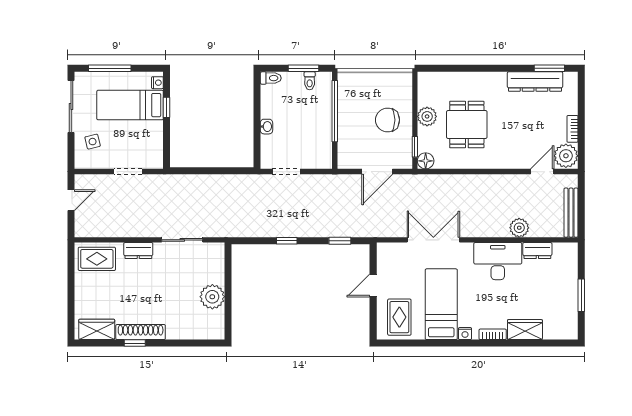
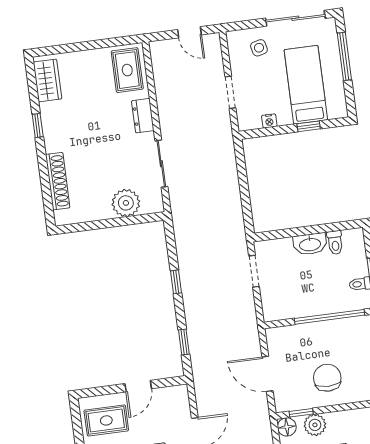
toilet: (271, 78) -> (335, 243), moved
nightstand: (157, 83) -> (269, 121), moved
plant: (427, 116) -> (315, 425), moved
washbasin: (266, 127) -> (310, 244), width x1.91, depth x1.45
door: (373, 285) -> (138, 386), swing flipped
plant: (212, 297) -> (126, 203), moved
shoe rack: (141, 332) -> (58, 181), moved

